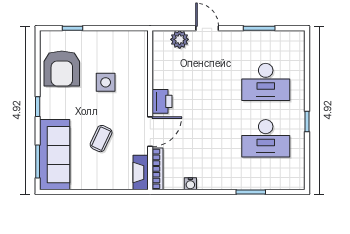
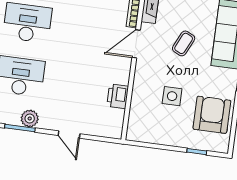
plant: (180, 39) -> (30, 118), moved
printer: (162, 101) -> (118, 96), moved

